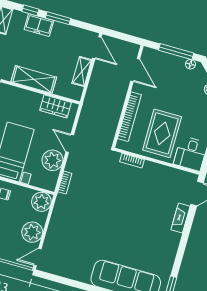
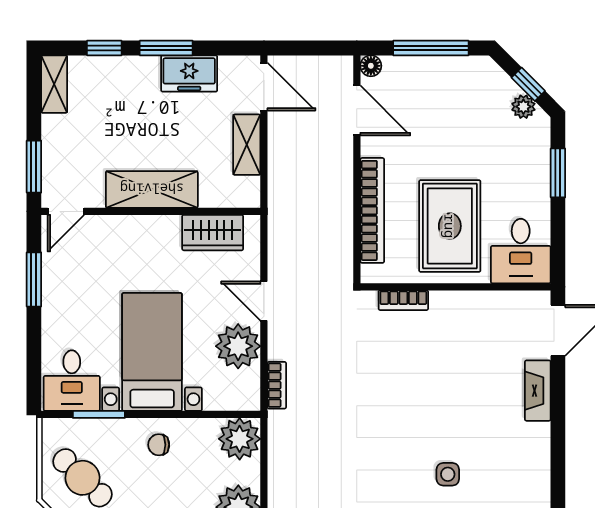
freezer: (39, 25) -> (189, 73), moved
floor lamp: (190, 64) -> (371, 66), moved
side table: (130, 244) -> (448, 474), added

